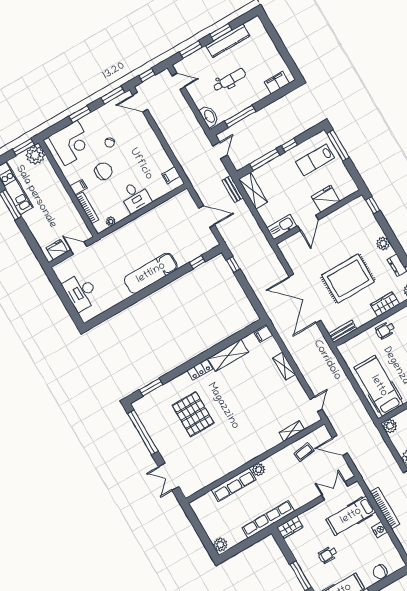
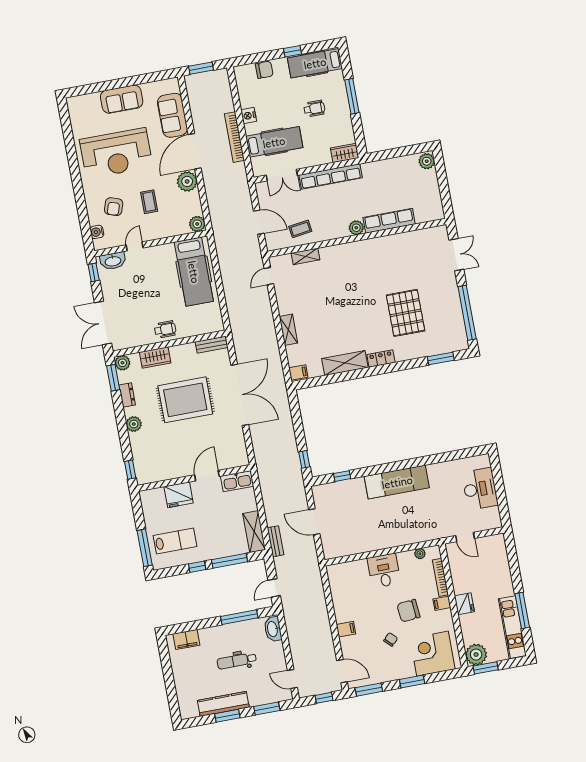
filing cabinet: (171, 175) -> (346, 629), moved
fridge: (57, 250) -> (464, 604), moved, turned -90
row of seats: (268, 519) -> (331, 176), moved

